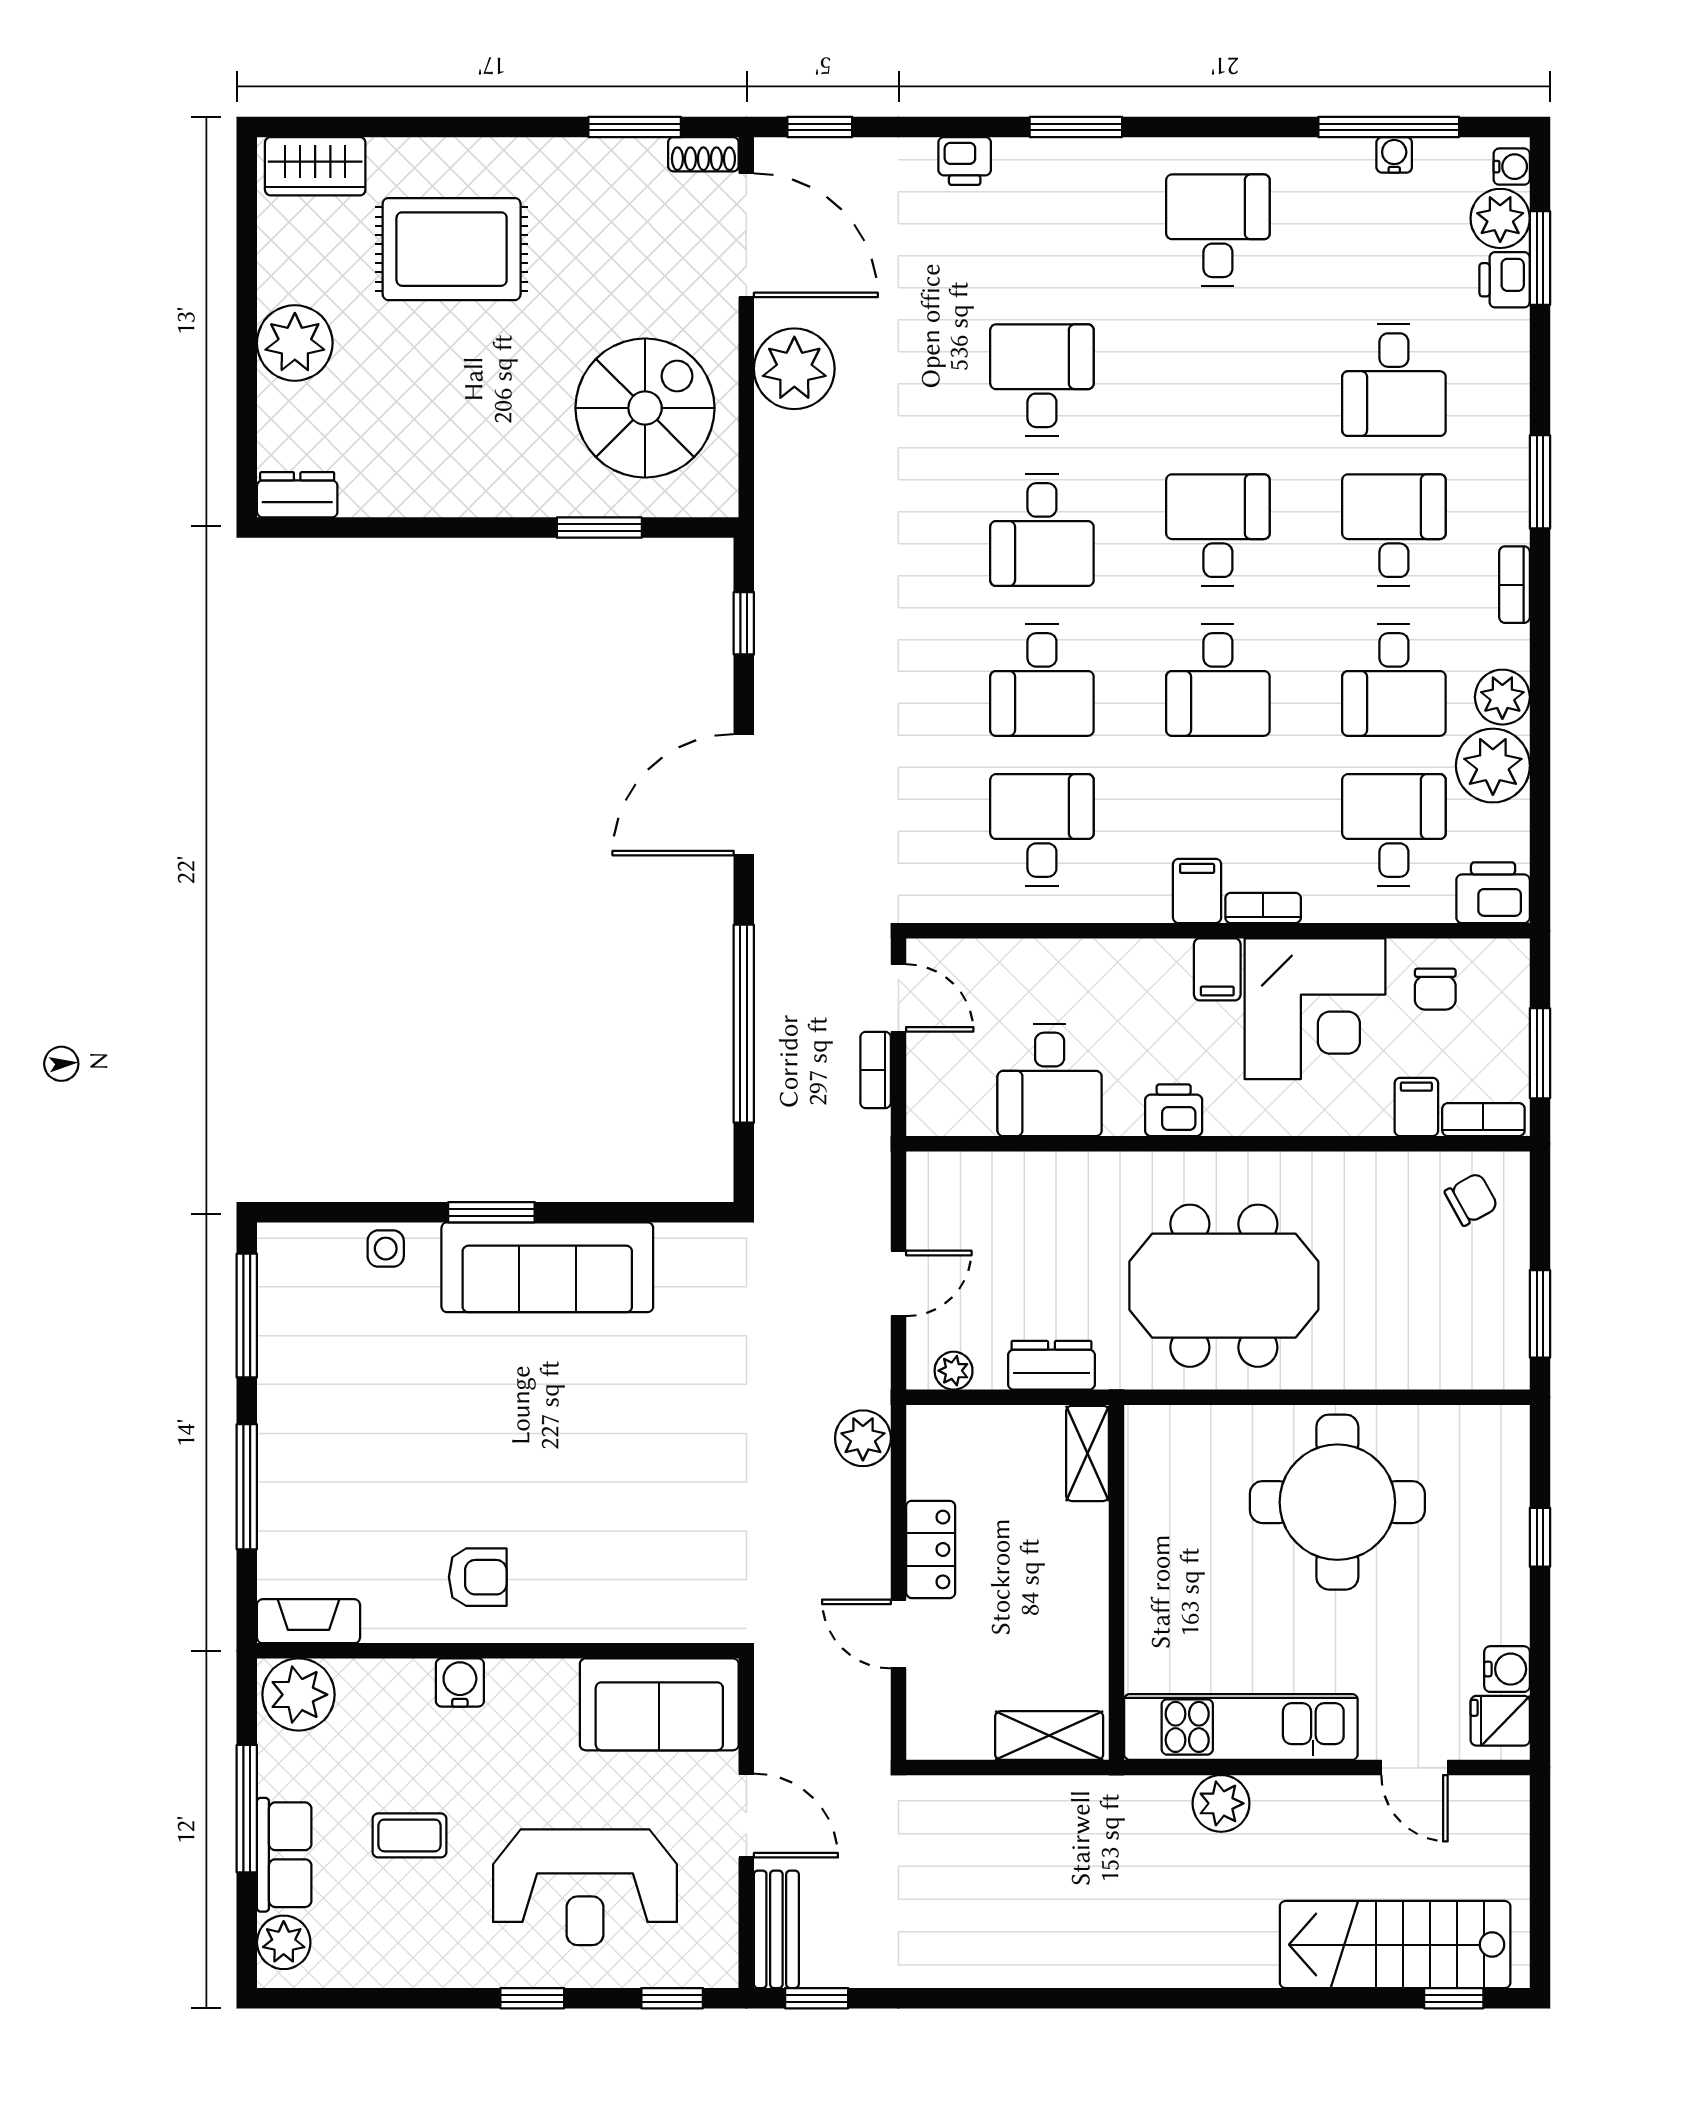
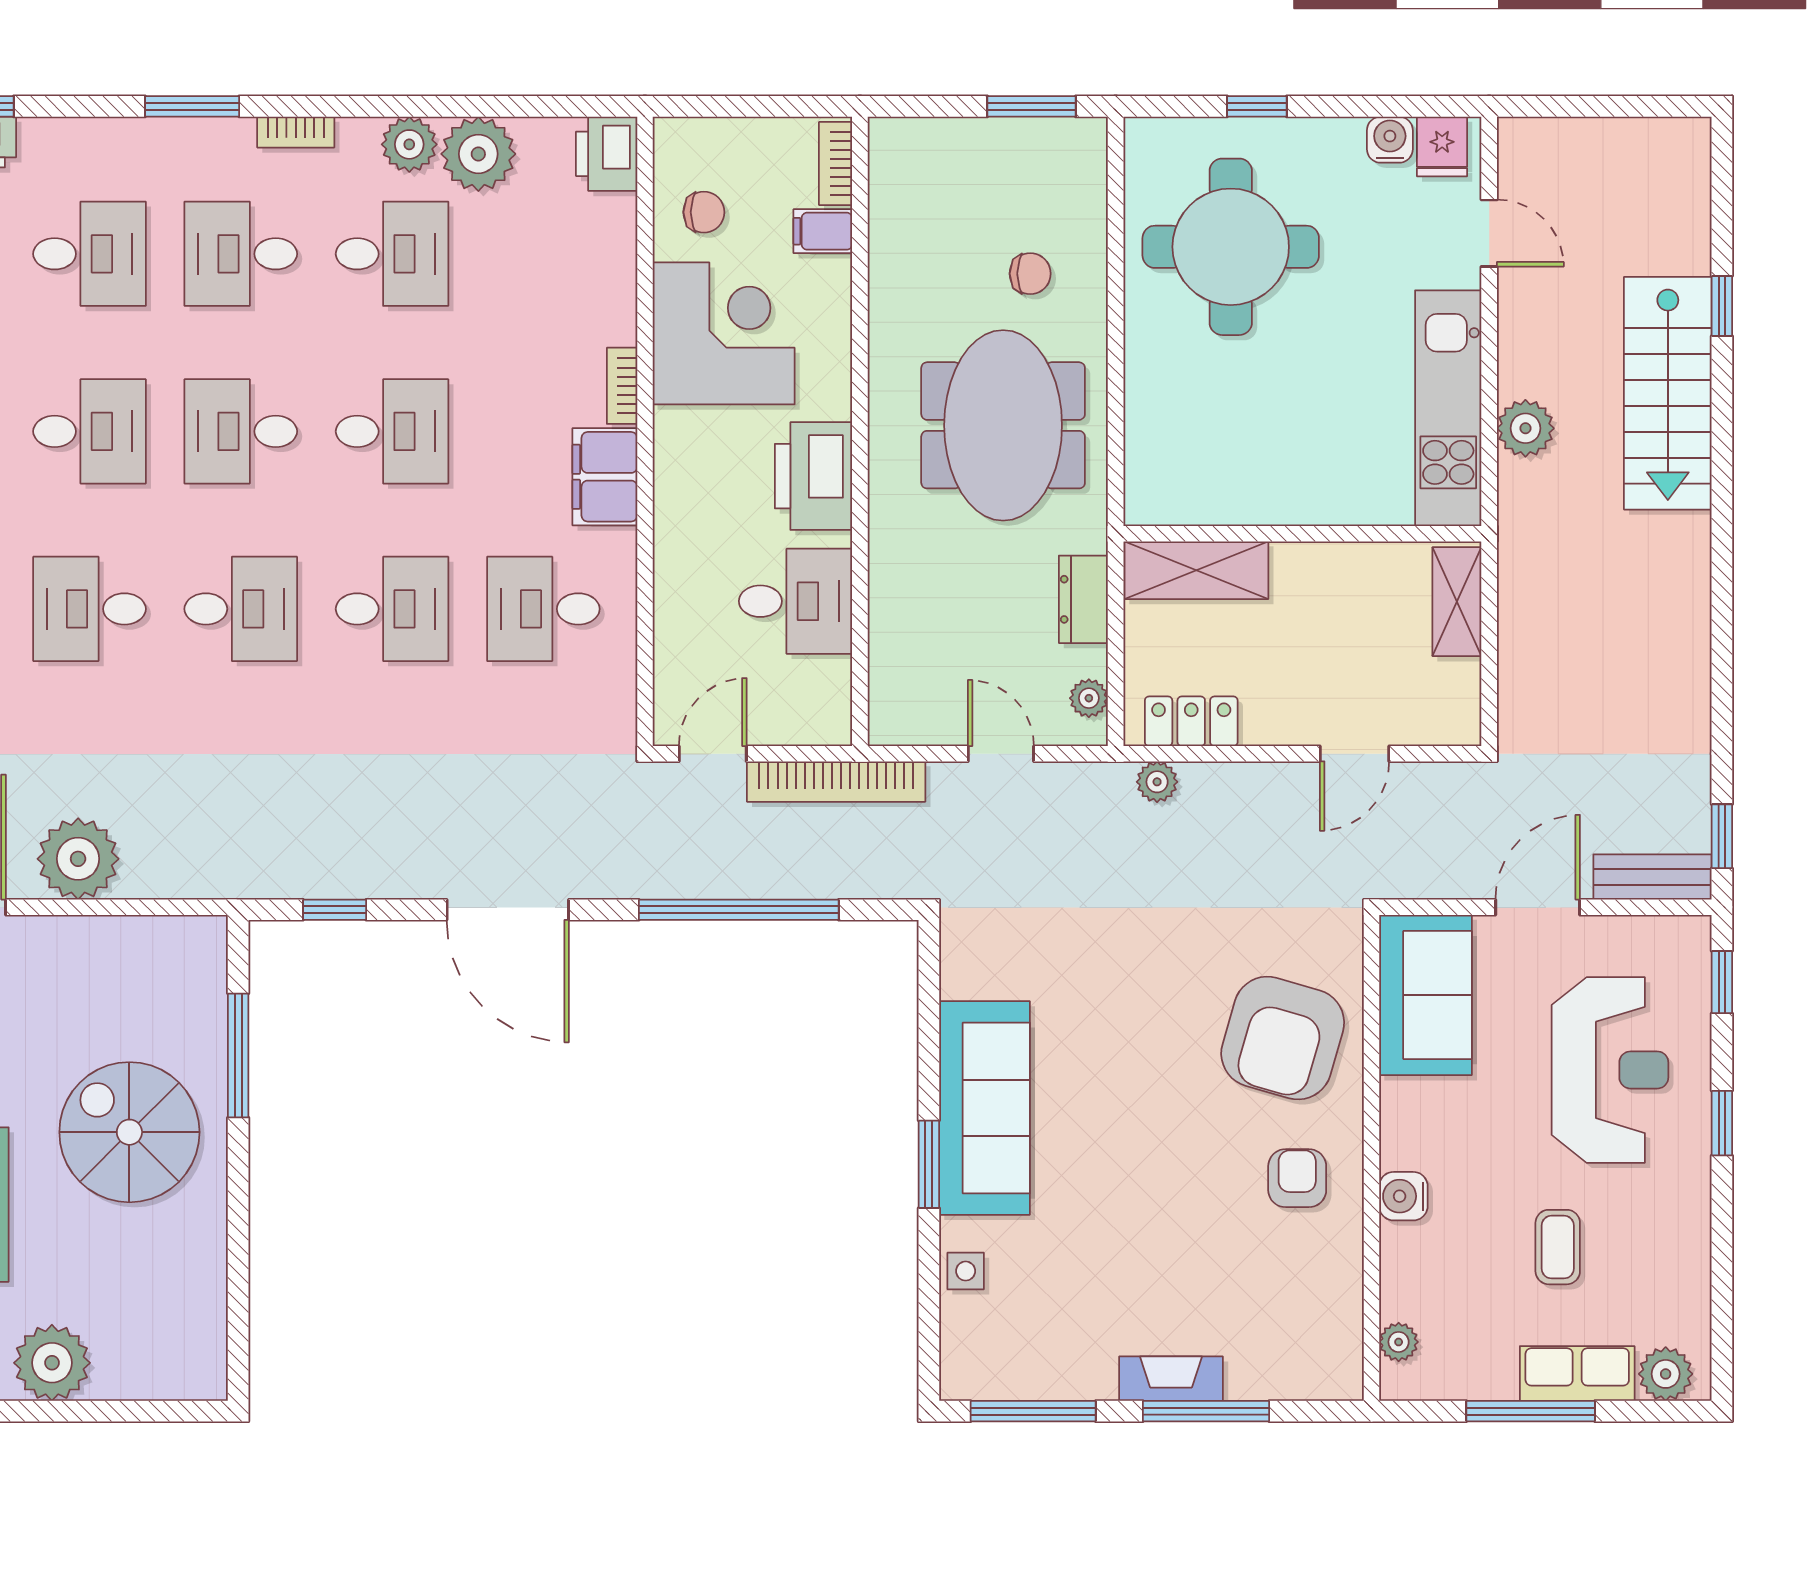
spiral stairs: (645, 408) -> (129, 1132), moved
dresser: (297, 495) -> (205, 1360), removed
window: (599, 528) -> (238, 1056), width x1.44
desk: (1394, 830) -> (89, 431), moved, turned 180
filing cabinet: (1197, 891) -> (605, 477), width x2.00
filing cabinet: (1217, 969) -> (684, 432), removed
window: (1540, 1053) -> (769, 106), removed
bookcase: (876, 1070) -> (836, 782), width x2.31, depth x1.31
printer: (1174, 1110) -> (813, 476), width x1.87, depth x1.48
chair: (1471, 1199) -> (1030, 274), moved, turned 119
plant: (863, 1438) -> (1157, 782), width x0.73, depth x0.73
shelving: (1087, 1453) -> (1196, 570), width x1.50, depth x1.33
round table: (1337, 1502) -> (1231, 247), moved
locker: (931, 1549) -> (1191, 721), moved
armchair: (617, 1563) -> (1283, 1038), added
fireplace: (308, 1621) -> (1171, 1379), moved, turned 90
plant: (299, 1695) -> (1399, 1342), width x0.53, depth x0.53
door: (1415, 1767) -> (1489, 233), hinge flipped
stairs: (1395, 1945) -> (1668, 393), moved
window: (1454, 1998) -> (1722, 306), moved

